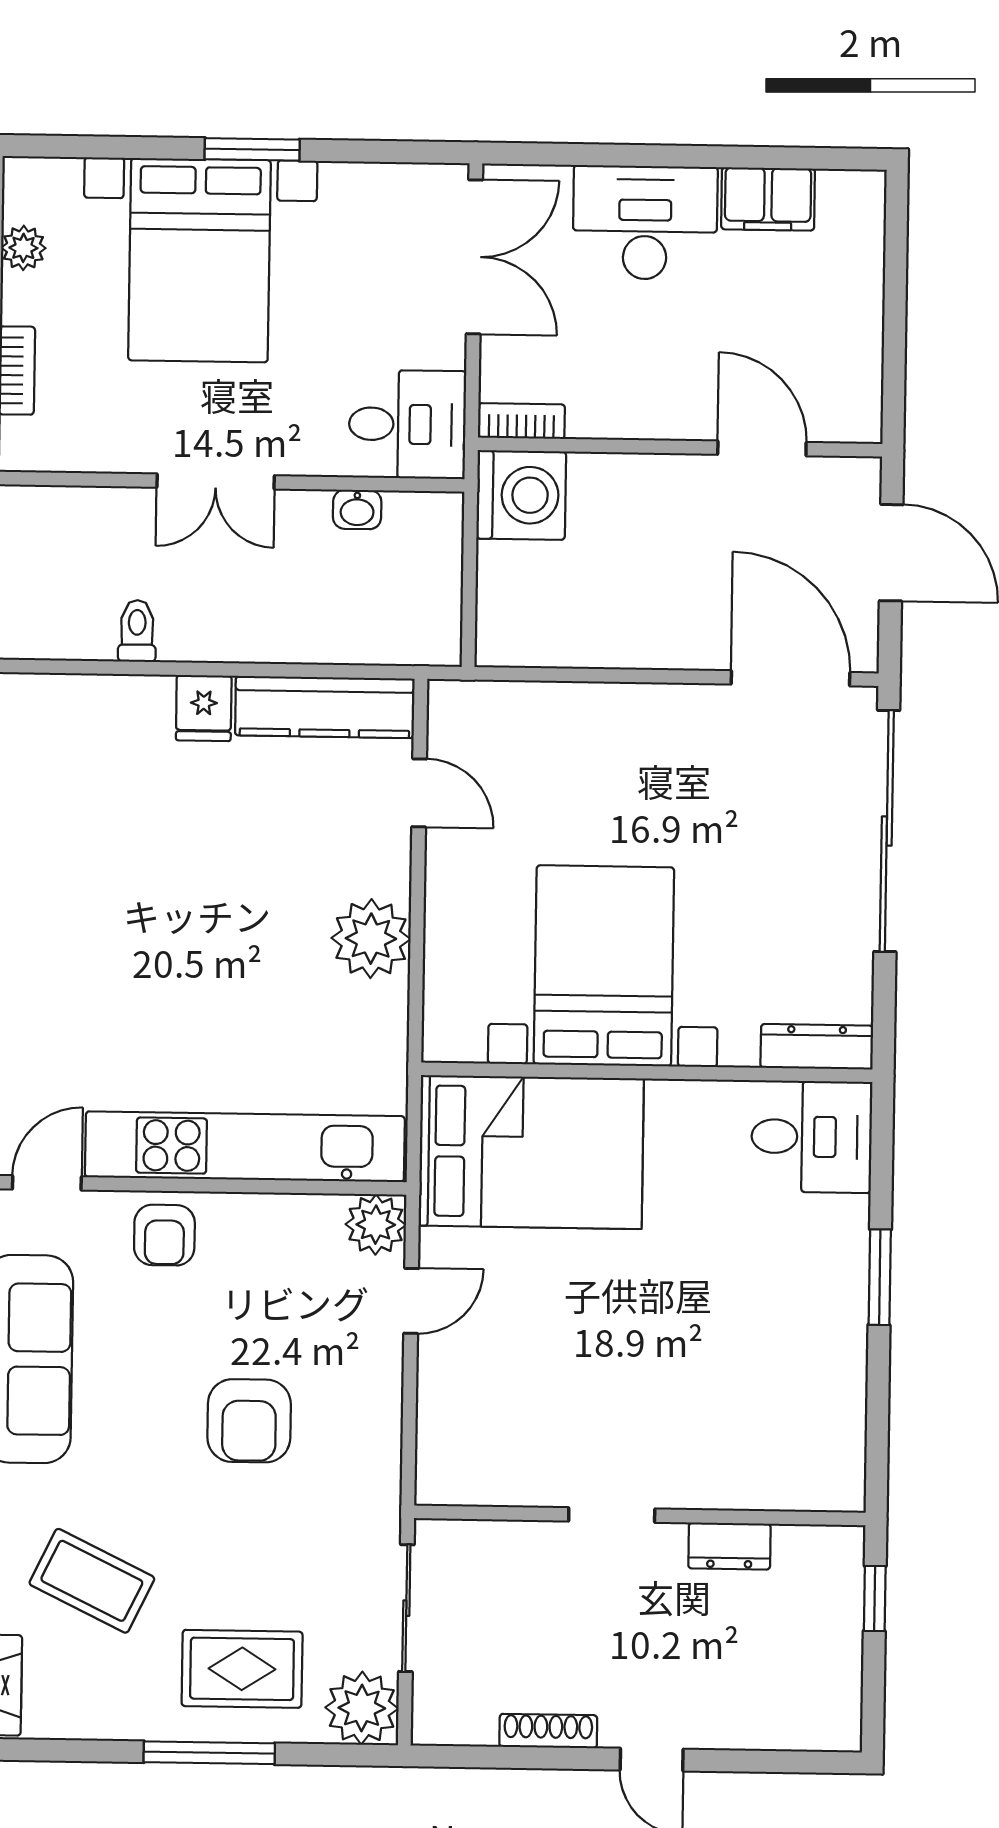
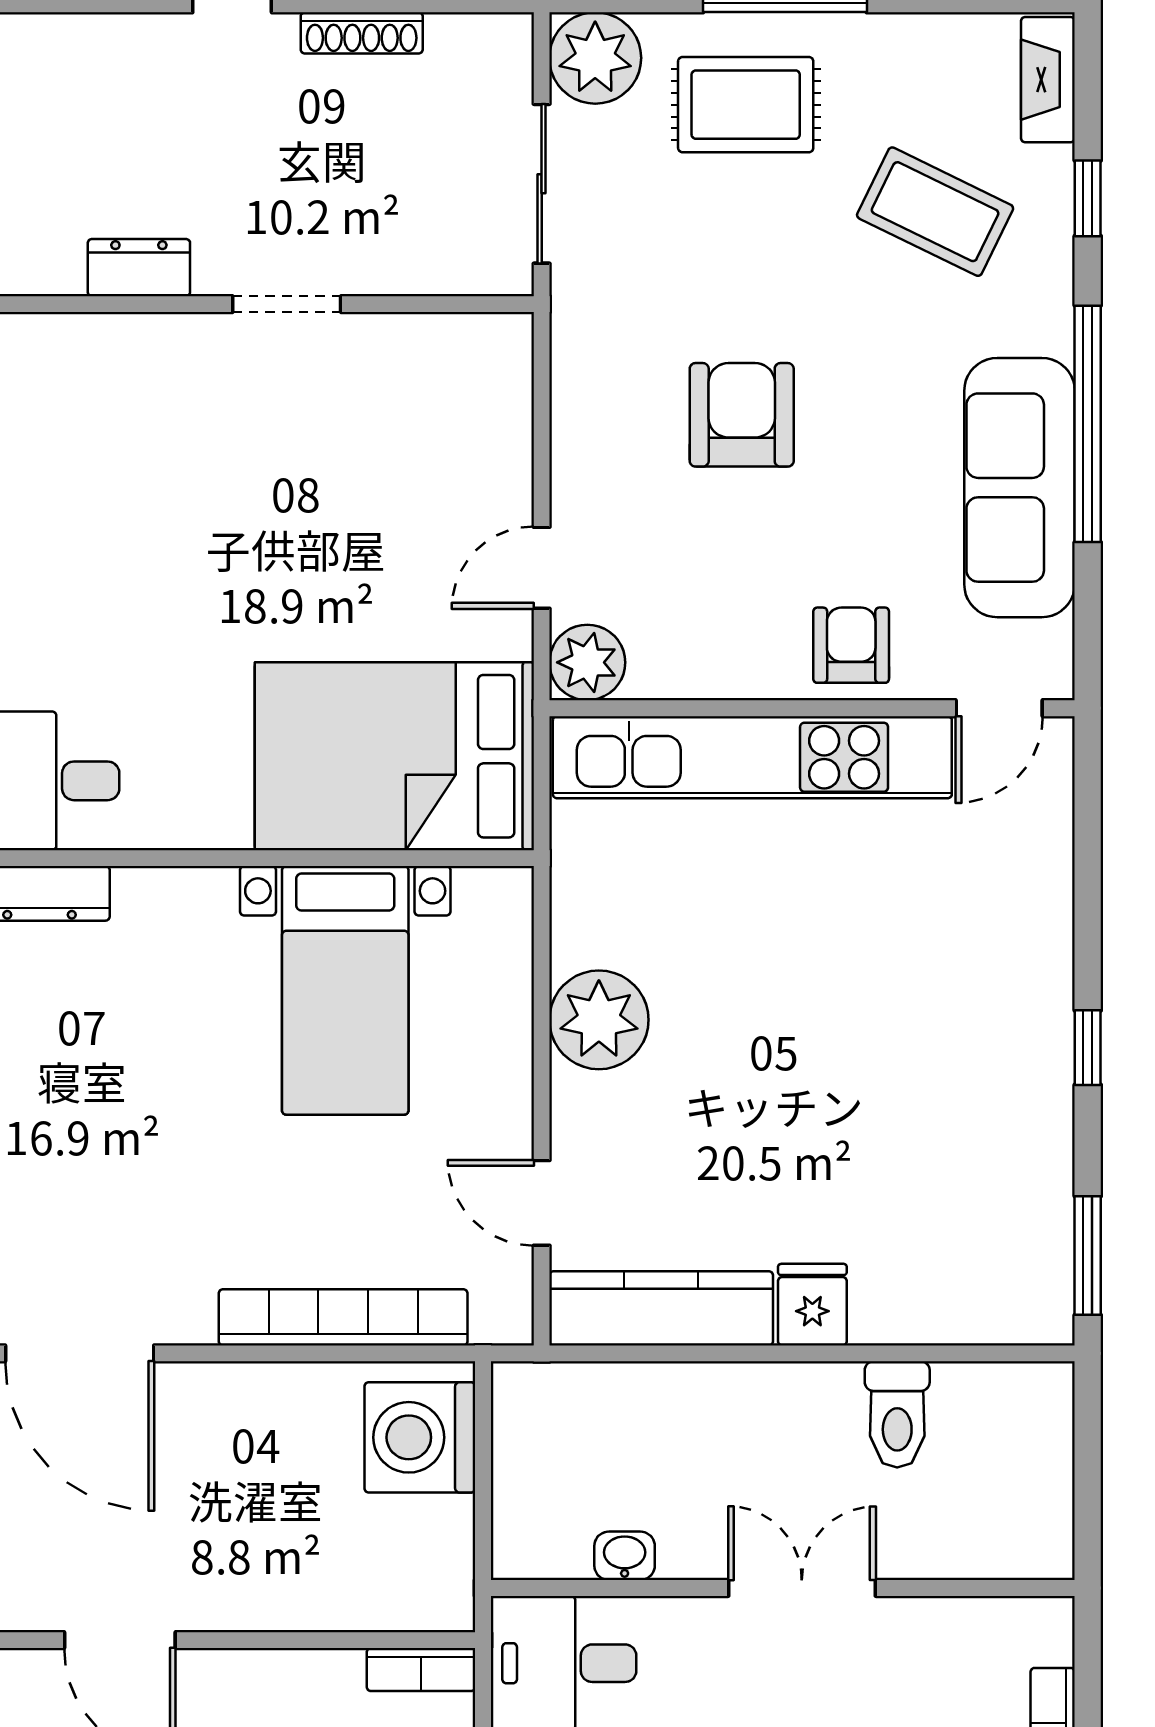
washing machine: (521, 495) -> (420, 1437), moved
toilet: (137, 631) -> (897, 1414), width x1.37, depth x1.39
bookcase: (579, 704) -> (343, 1317), added
bed with nightstands: (604, 966) -> (345, 990), width x0.73

